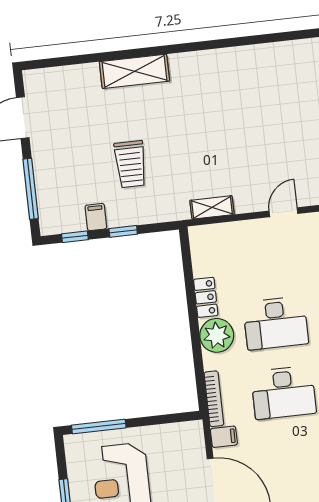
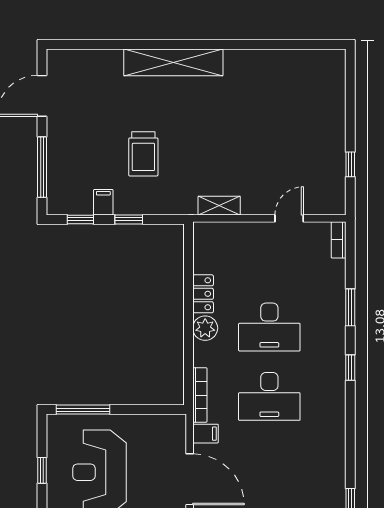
shelving: (134, 71) -> (173, 62), width x1.47
plant: (217, 335) -> (205, 328), width x0.73, depth x0.73

